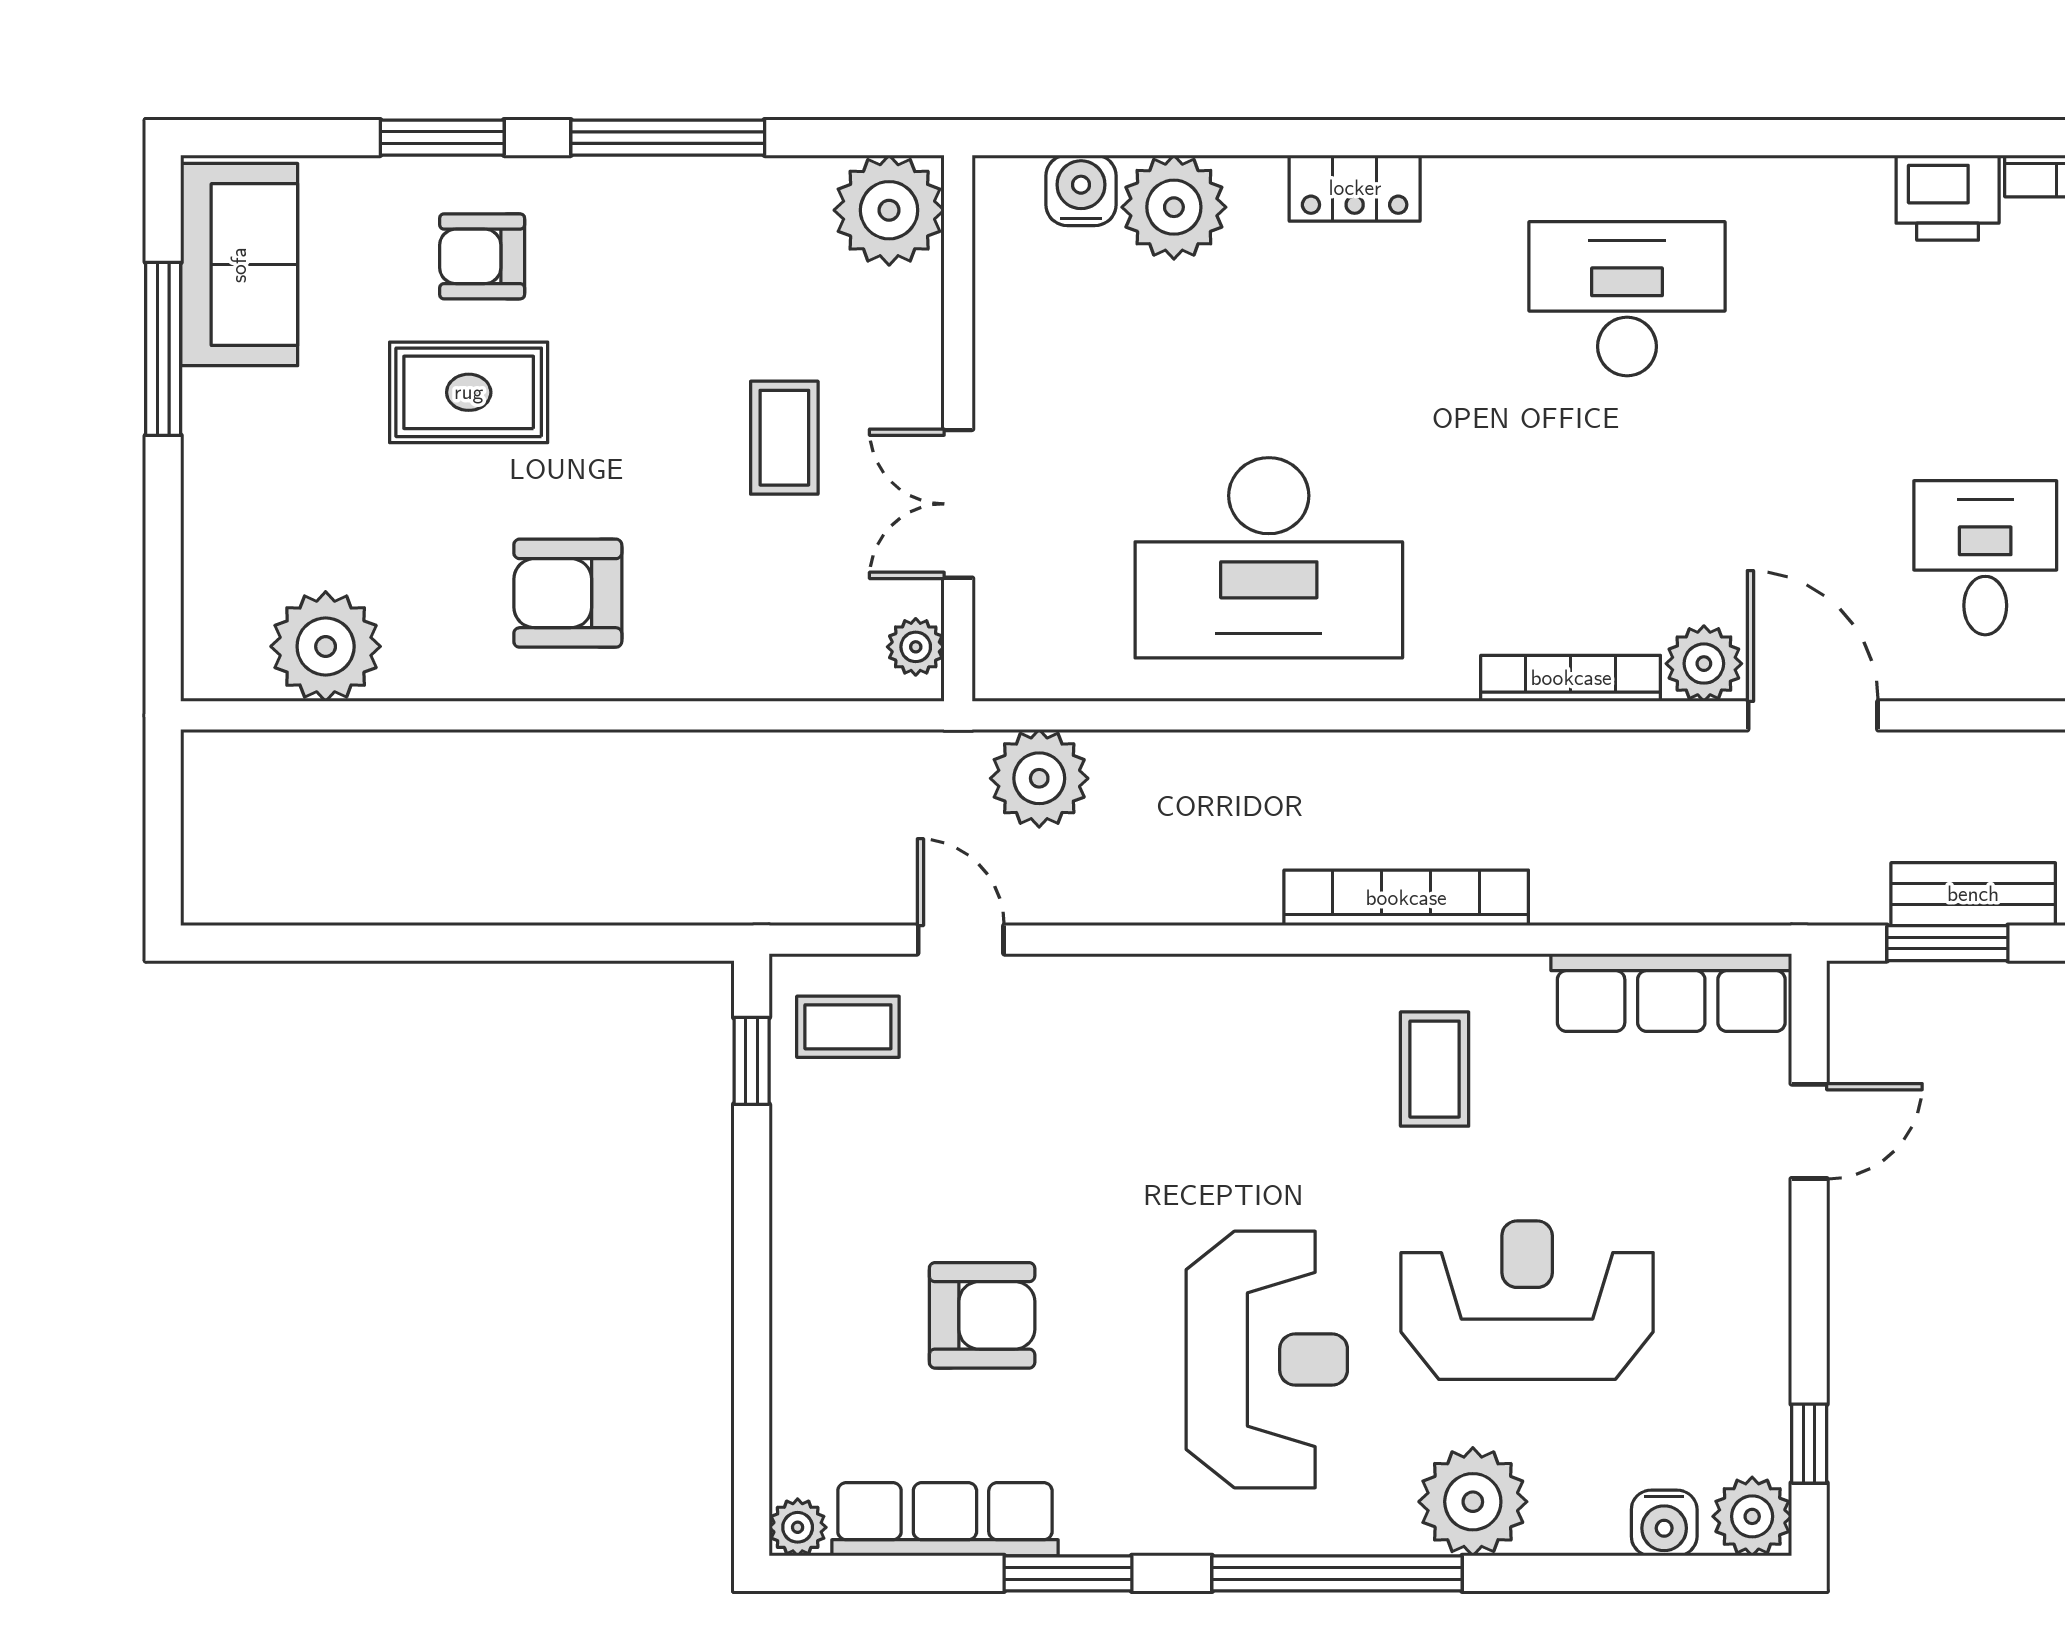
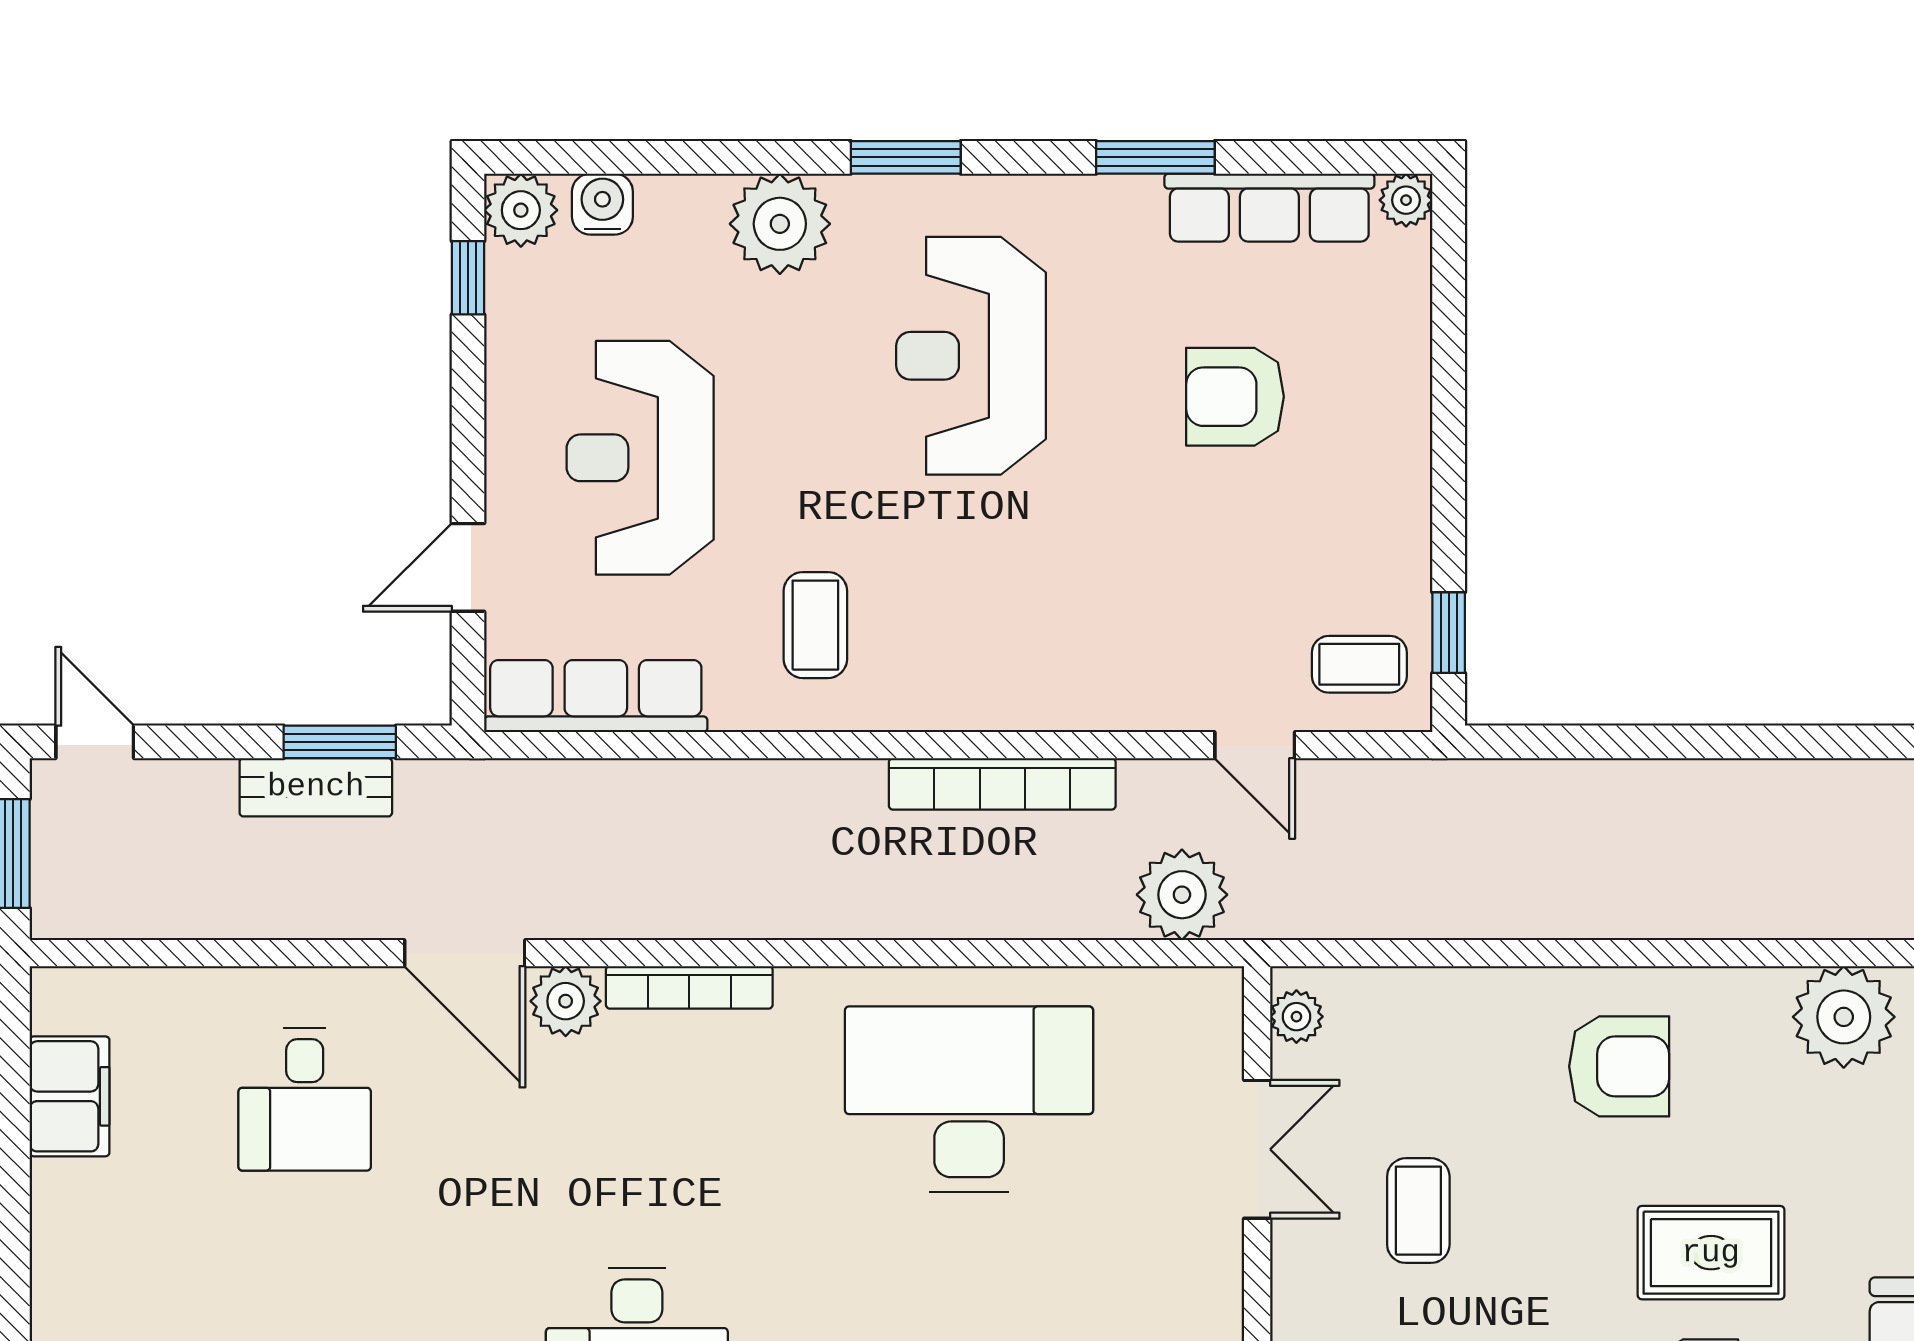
bookcase: (1406, 898) -> (1002, 784), moved
reception desk: (1527, 1300) -> (640, 458), moved, turned 90
window: (1337, 1573) -> (906, 157), width x0.47

